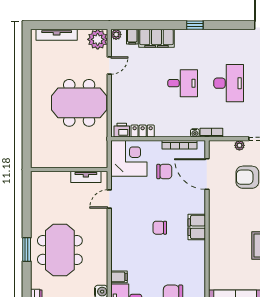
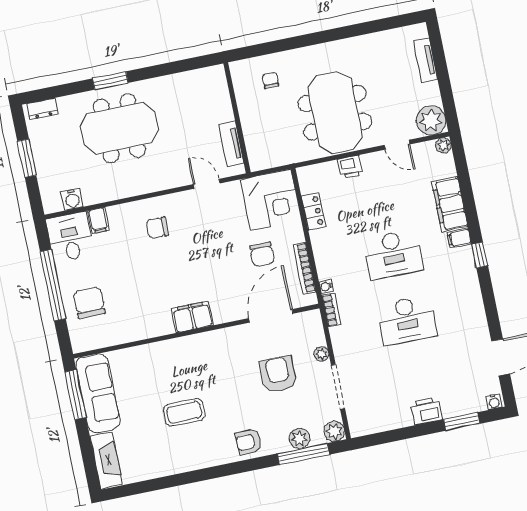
tv unit: (57, 35) -> (425, 60), width x0.71
filing cabinet: (132, 37) -> (459, 238), moved
desk: (183, 83) -> (393, 254), width x1.37
printer: (122, 130) -> (350, 167), moved, turned 90
chair: (48, 142) -> (270, 80), added
chair: (160, 228) -> (157, 228), moved, turned -90

